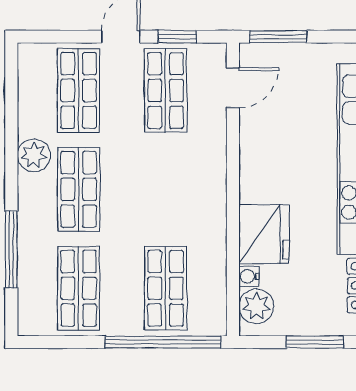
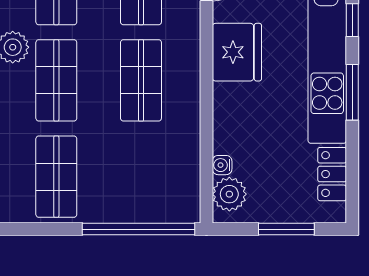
fridge: (264, 234) -> (237, 52), moved
shop shelf: (166, 288) -> (141, 80), moved

